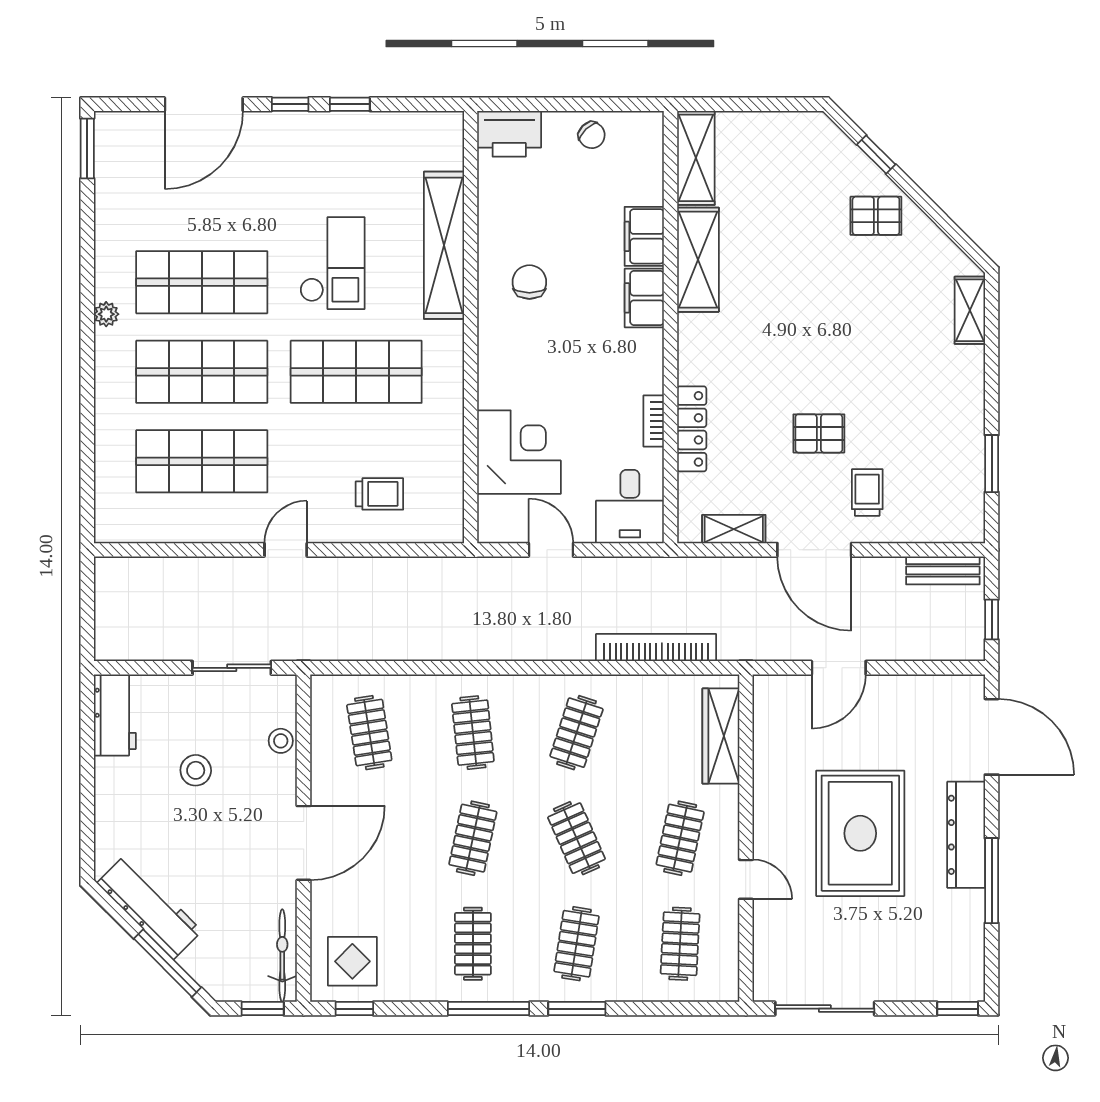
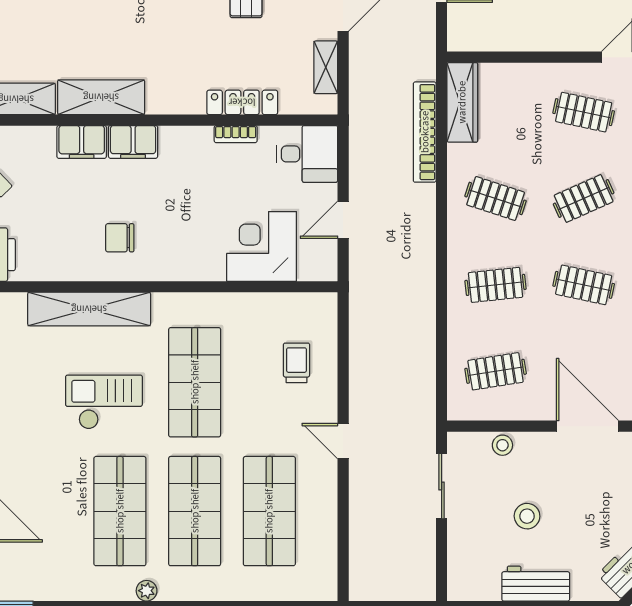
workbench: (115, 715) -> (536, 584), moved
wardrobe: (721, 736) -> (462, 102), moved, turned -90

